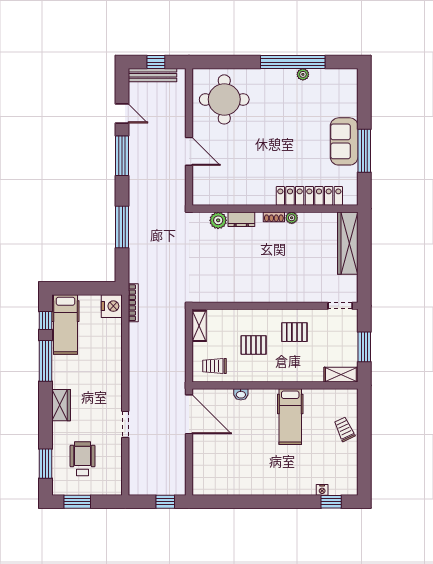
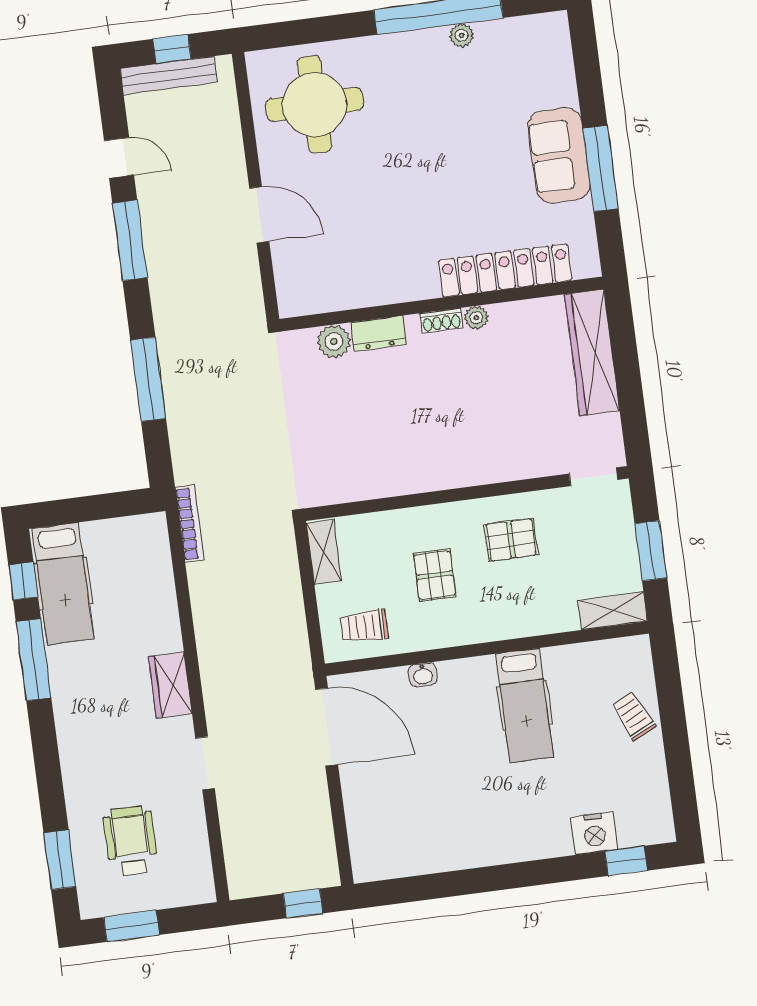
nightstand: (112, 306) -> (148, 536), removed
pallet: (254, 345) -> (435, 575), turned 90
wardrobe: (61, 405) -> (170, 685), moved, turned 180
nightstand: (322, 490) -> (595, 833), width x1.89, depth x1.79

